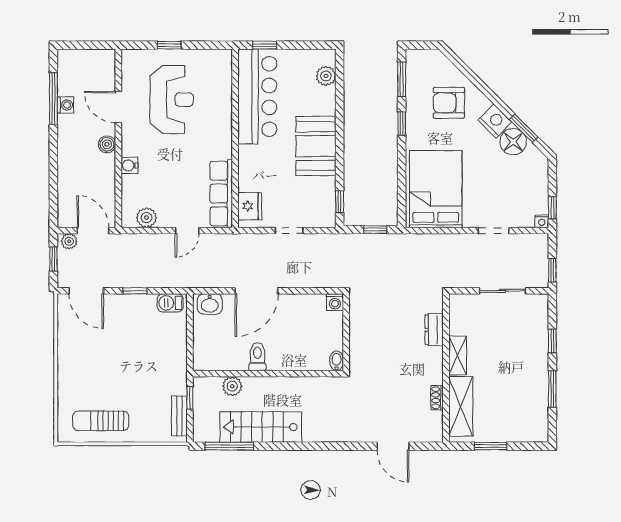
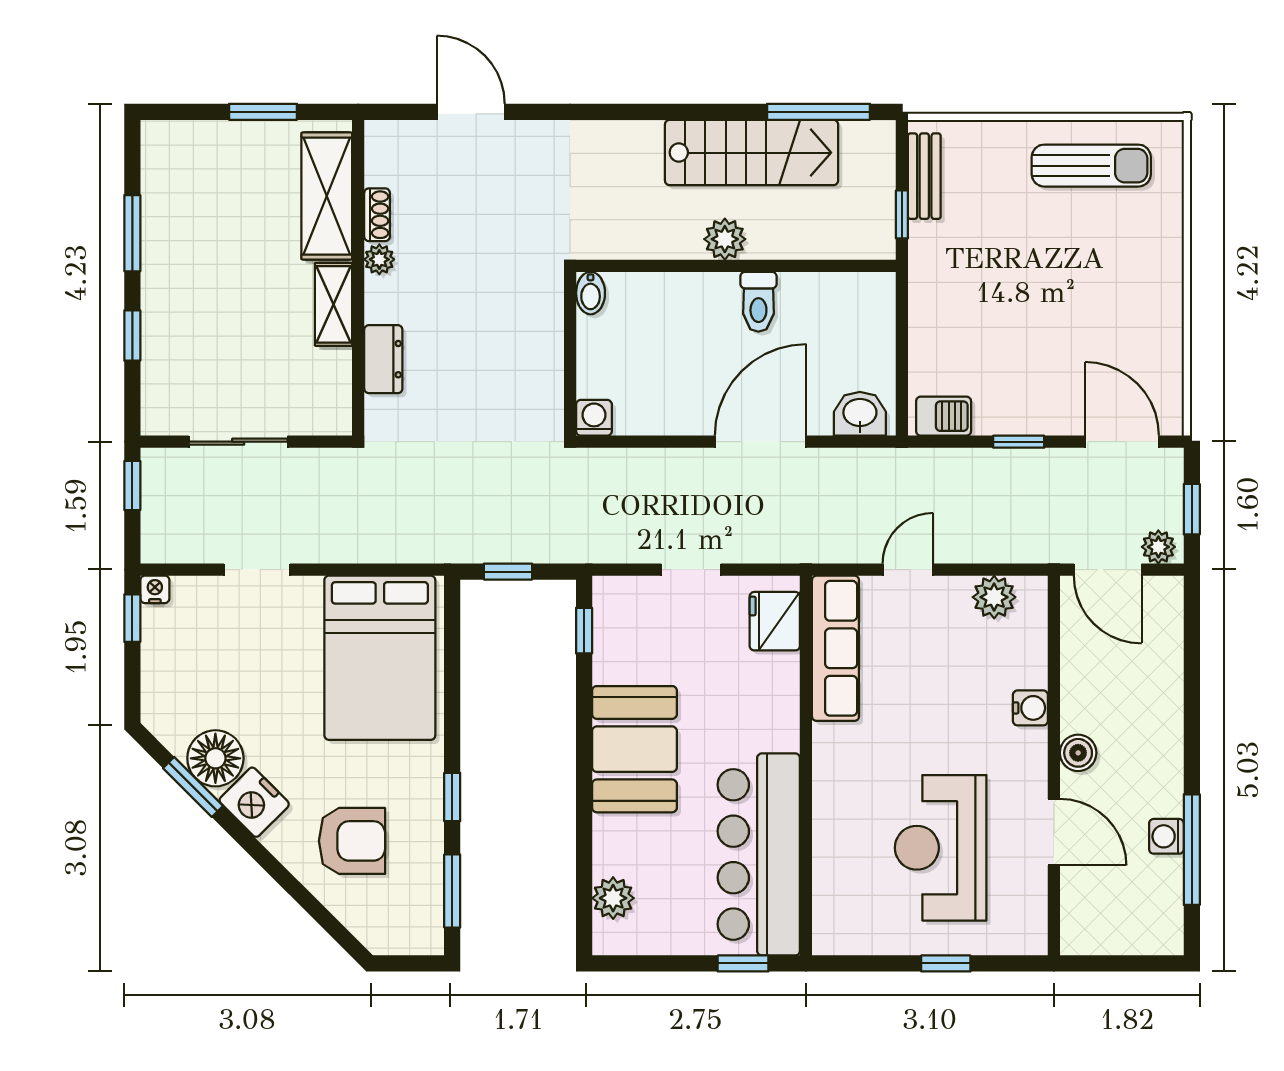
plant: (436, 377) -> (379, 259), added
plant: (232, 386) -> (725, 239), moved

